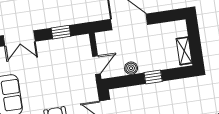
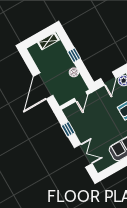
door: (96, 65) -> (81, 97), swing flipped

